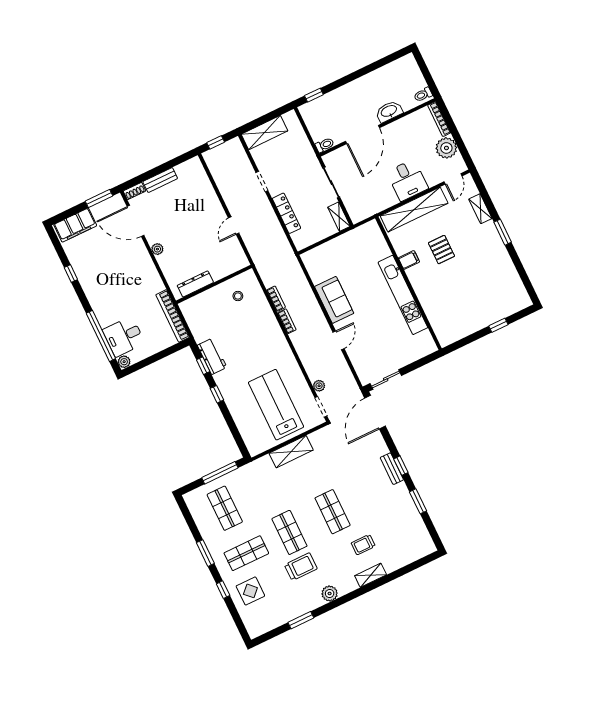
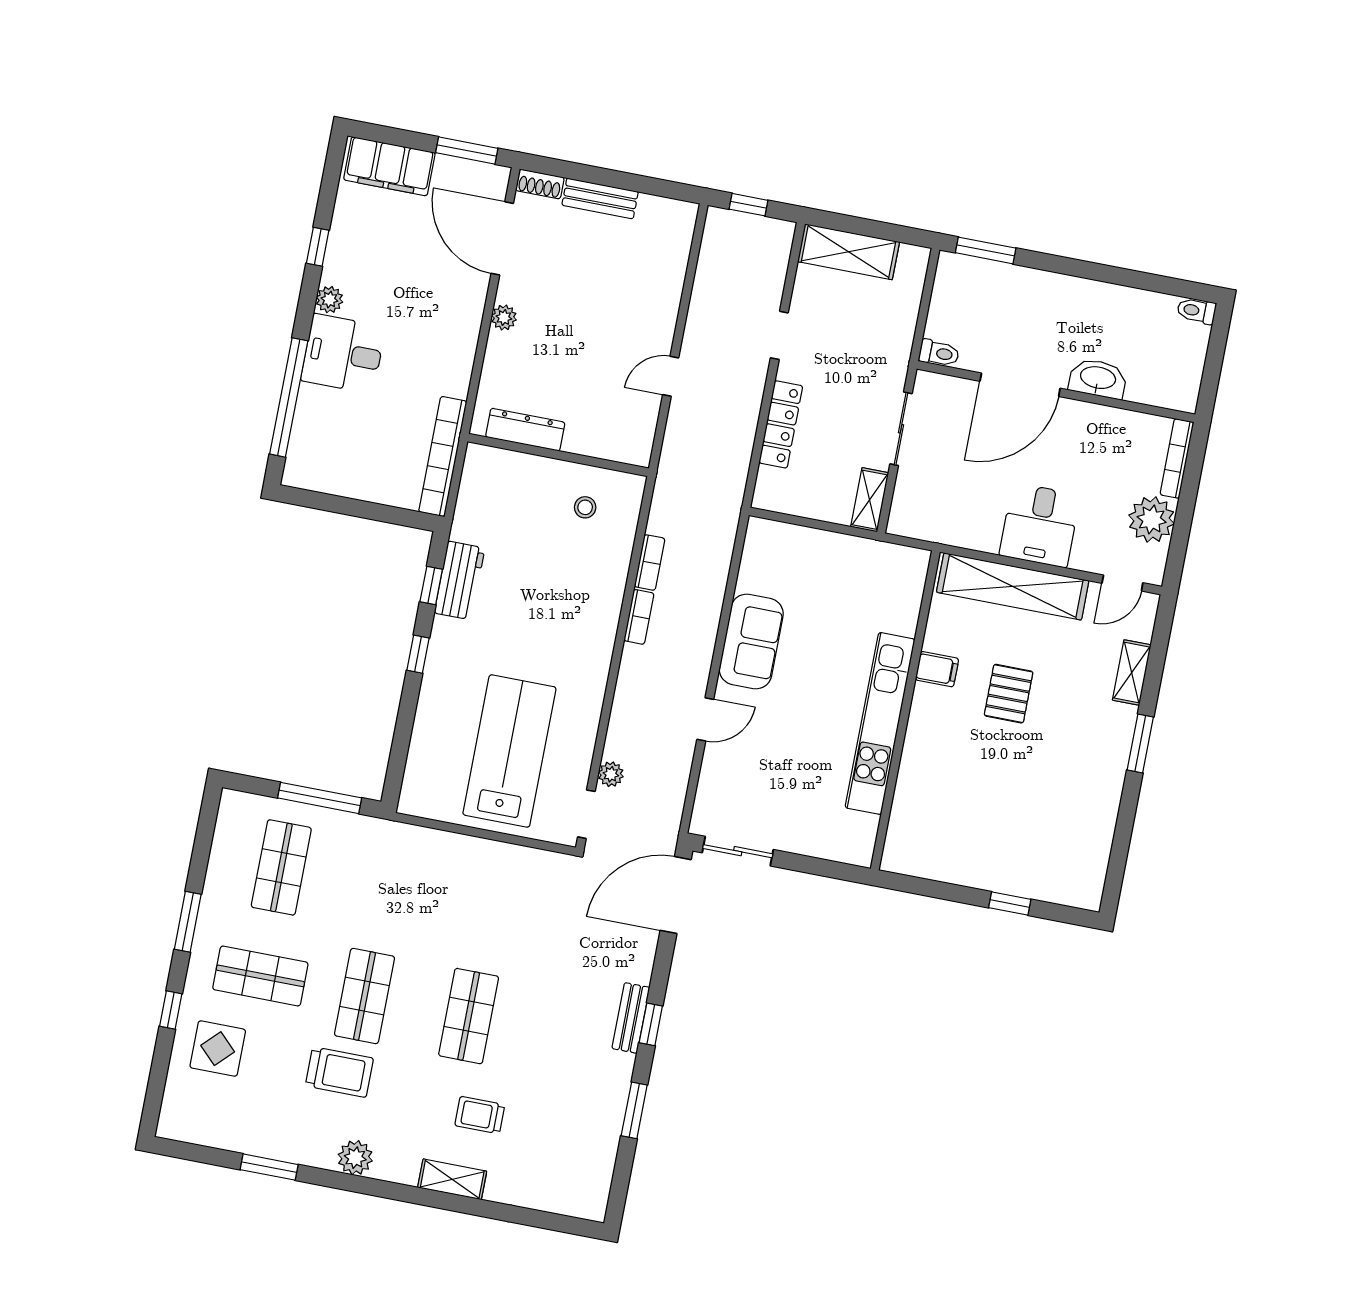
window: (314, 95) -> (986, 250), width x1.50
toilet: (423, 95) -> (1197, 311), moved
desk: (124, 336) -> (343, 354), moved
plant: (124, 362) -> (329, 300), moved
shelving: (291, 452) -> (474, 854), removed

